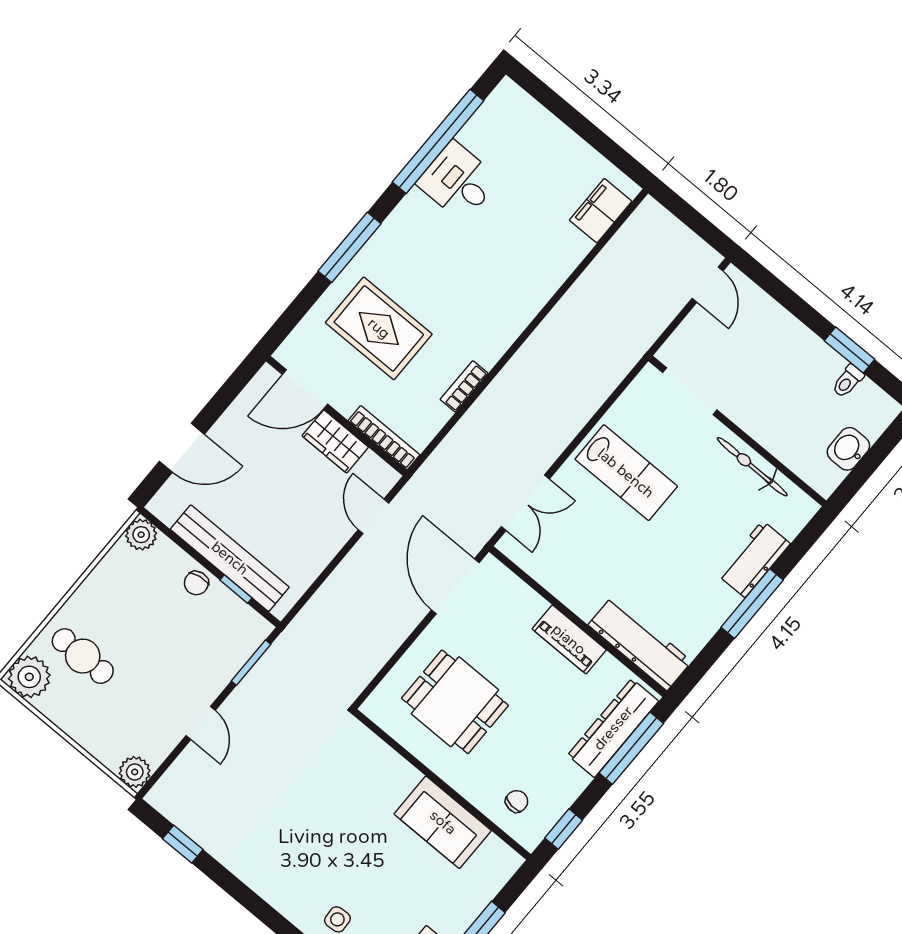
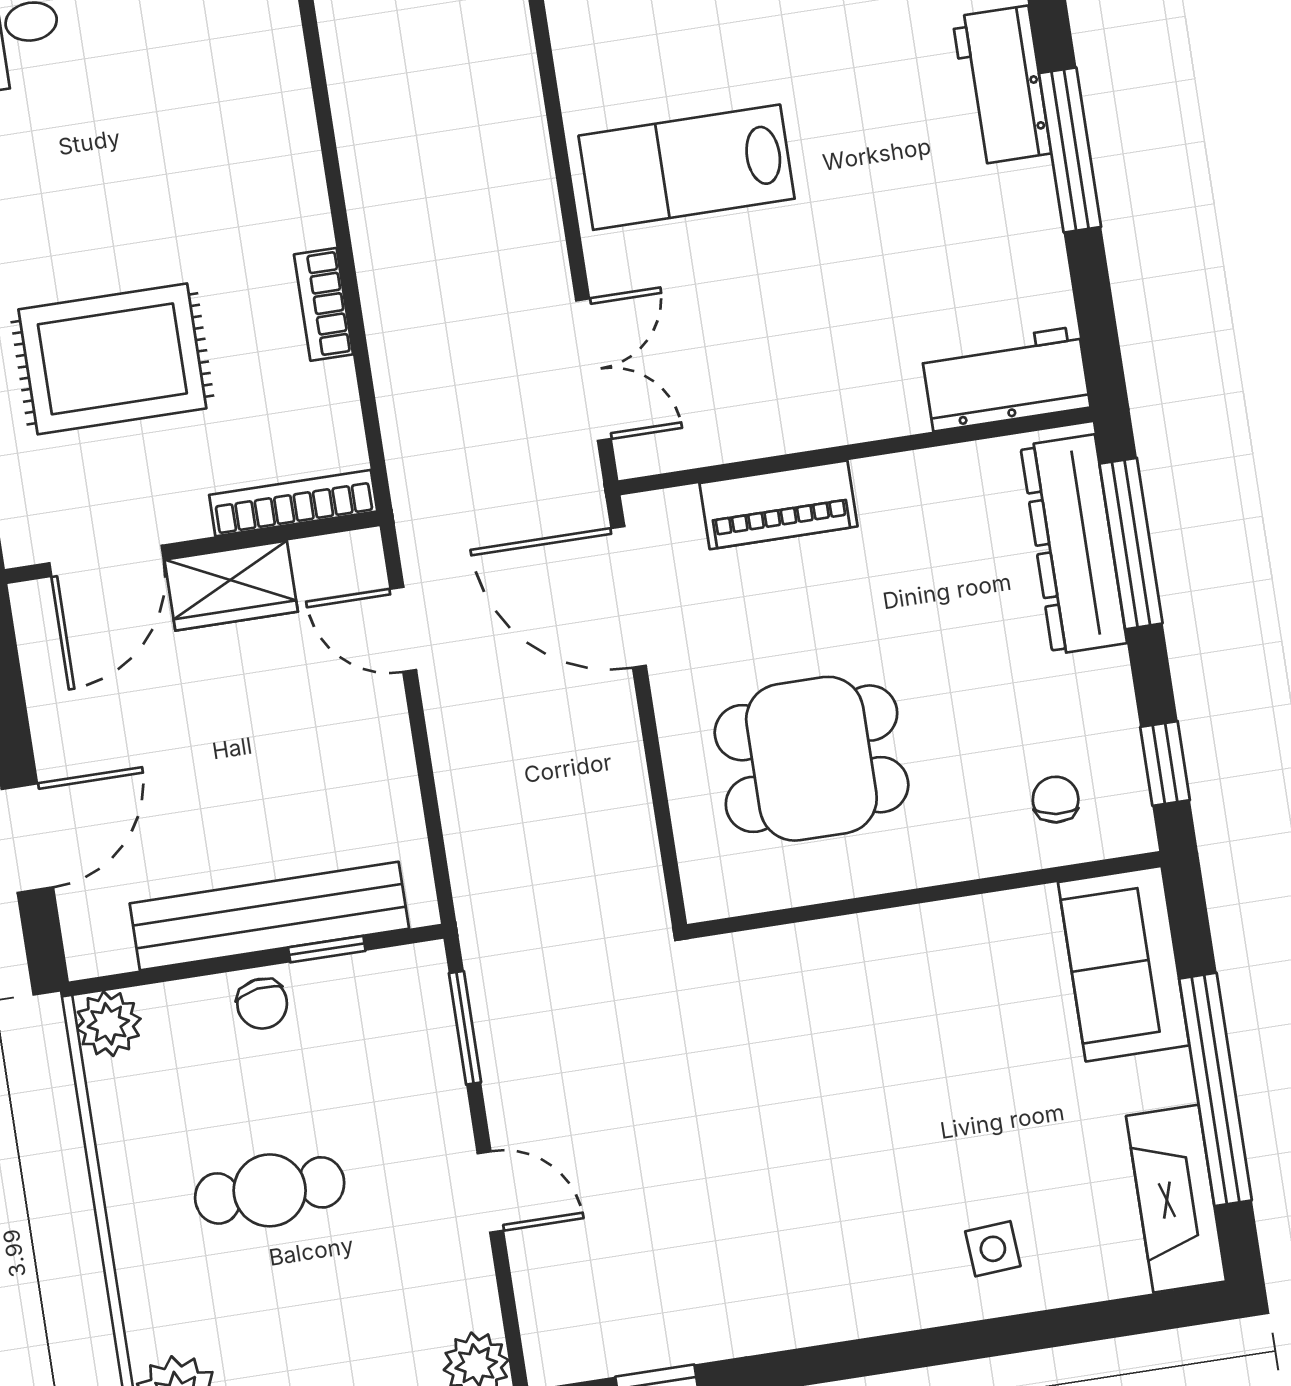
lab bench: (626, 473) -> (687, 167), turned 180
piano: (569, 639) -> (778, 505), moved
workbench: (640, 643) -> (1006, 379), width x0.73
cafe table: (83, 656) -> (270, 1190), moved
sofa: (443, 822) -> (1124, 964), moved, turned 90

